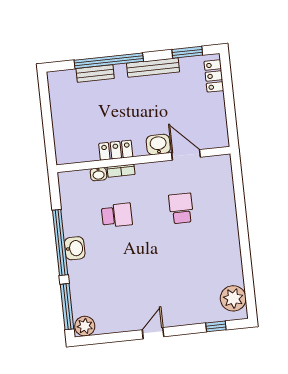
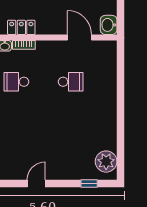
washbasin: (158, 145) -> (109, 25), moved, turned -90
school desk: (181, 208) -> (71, 82), turned 90
school desk: (117, 215) -> (16, 82), turned 180

